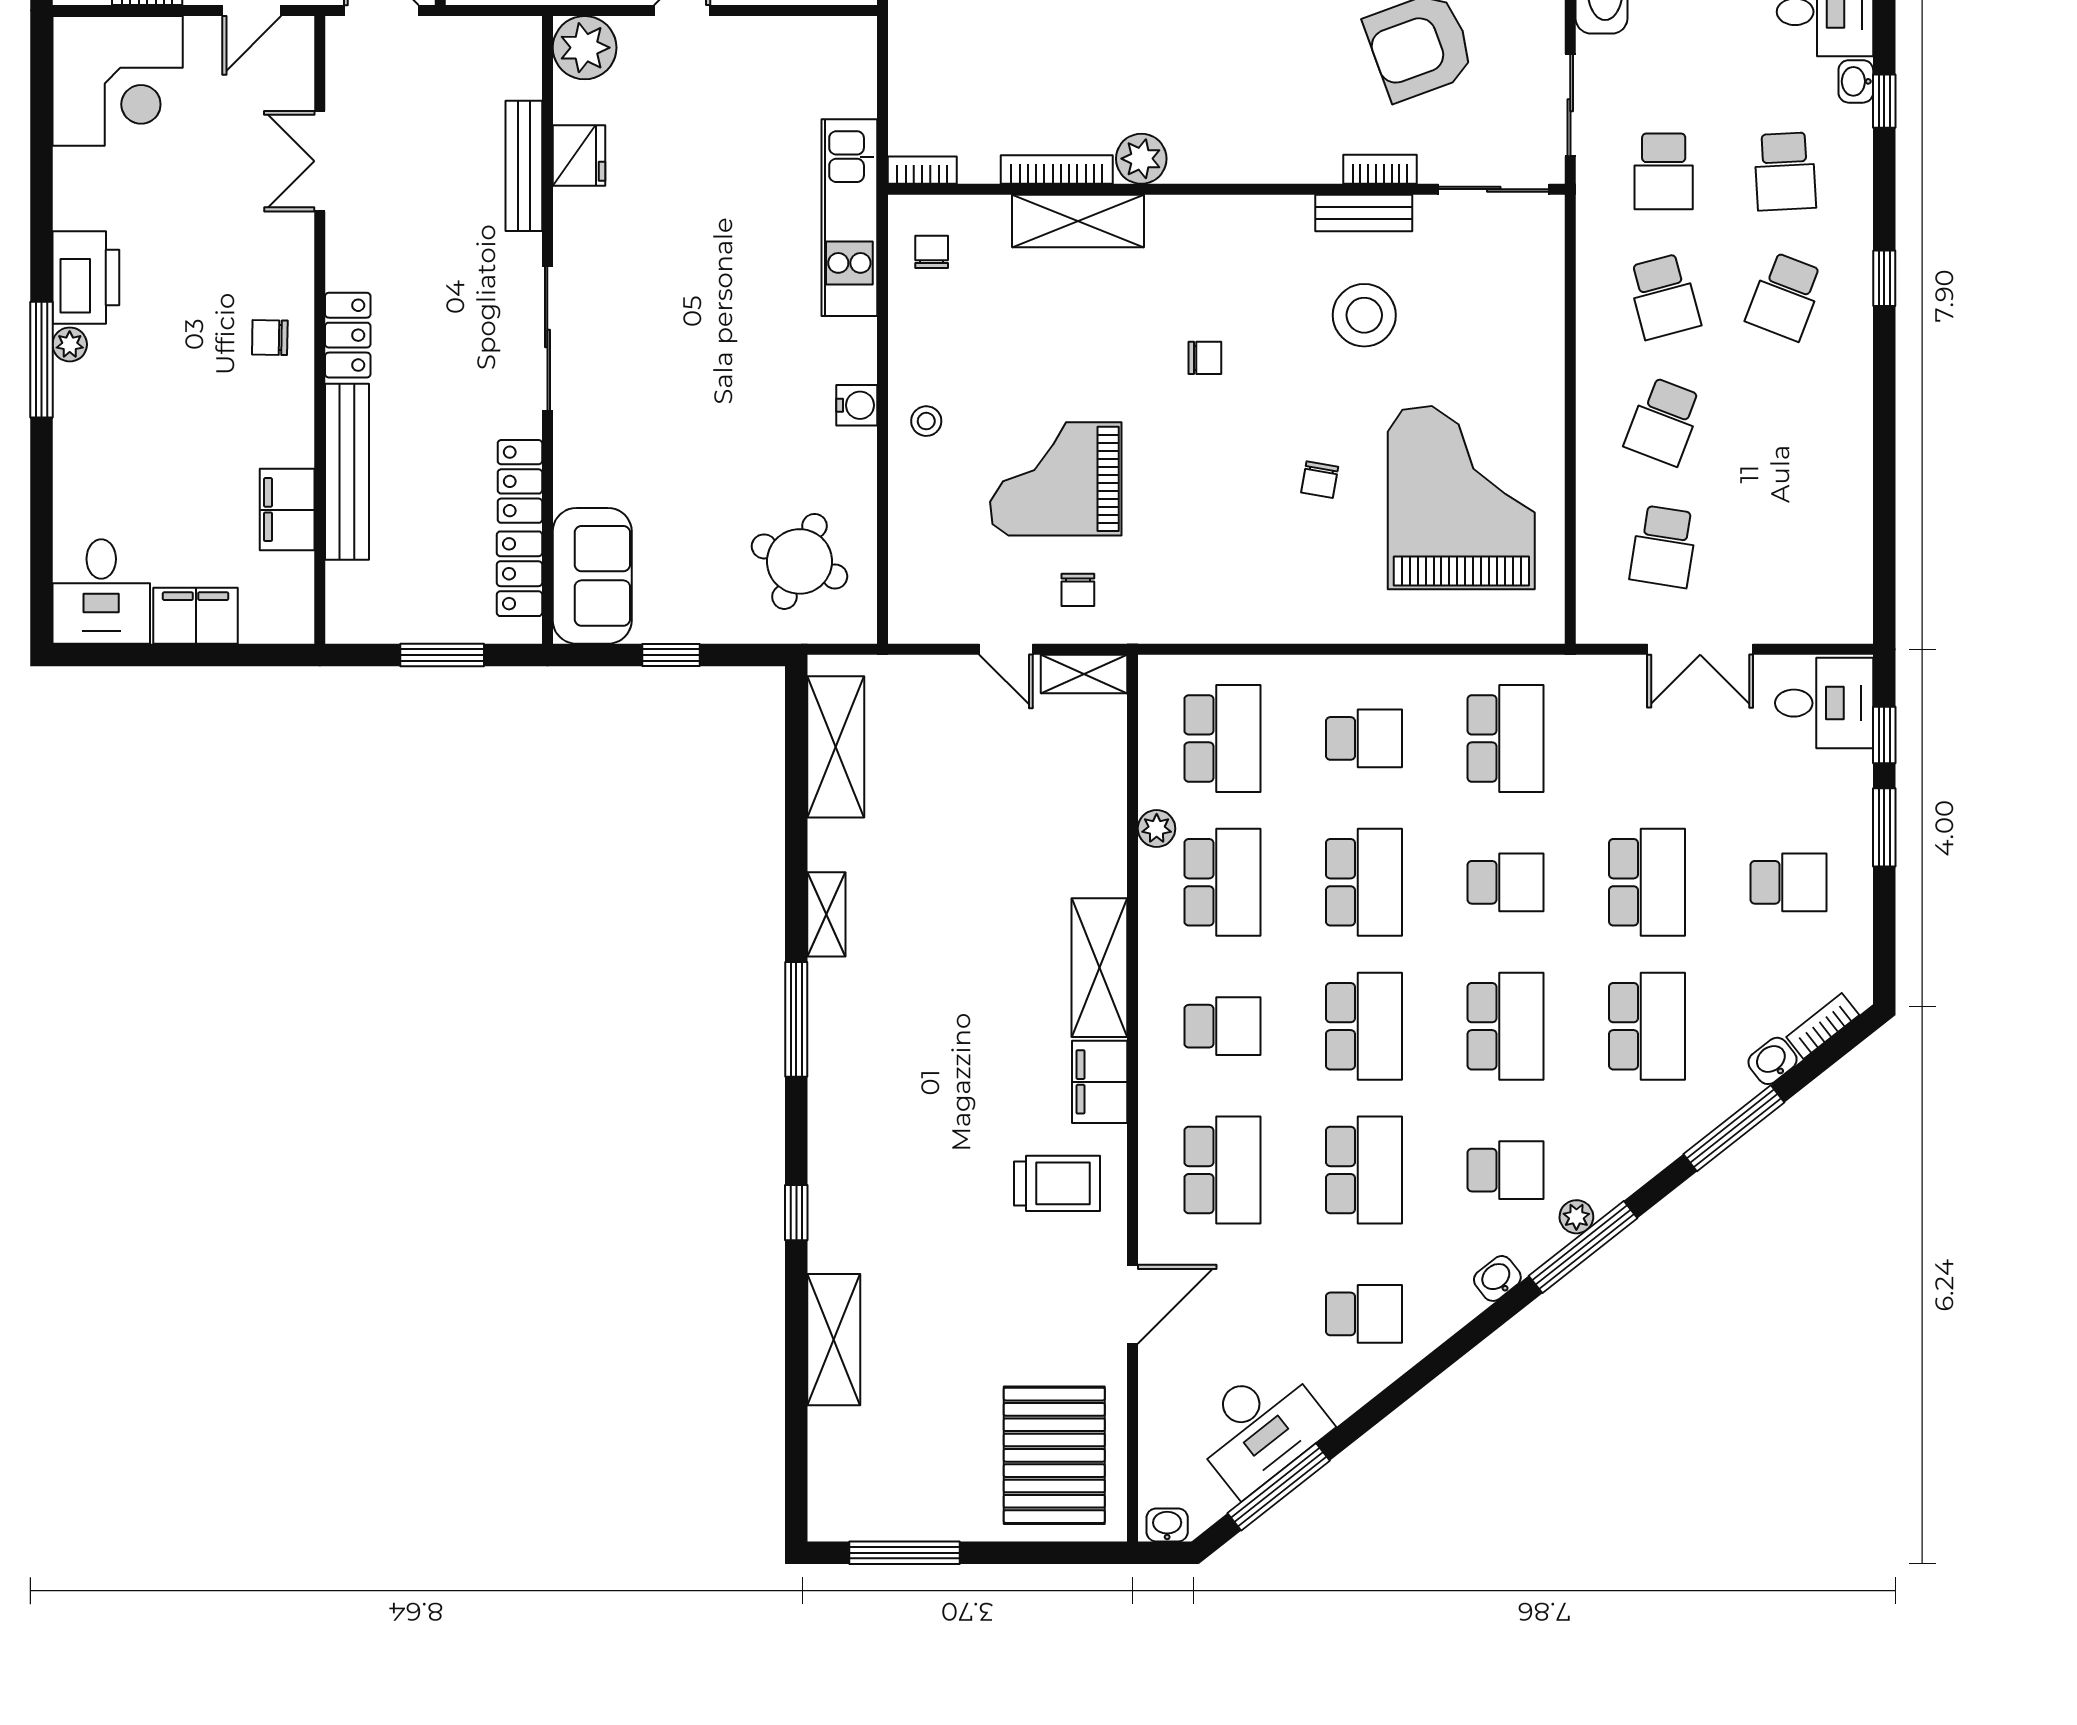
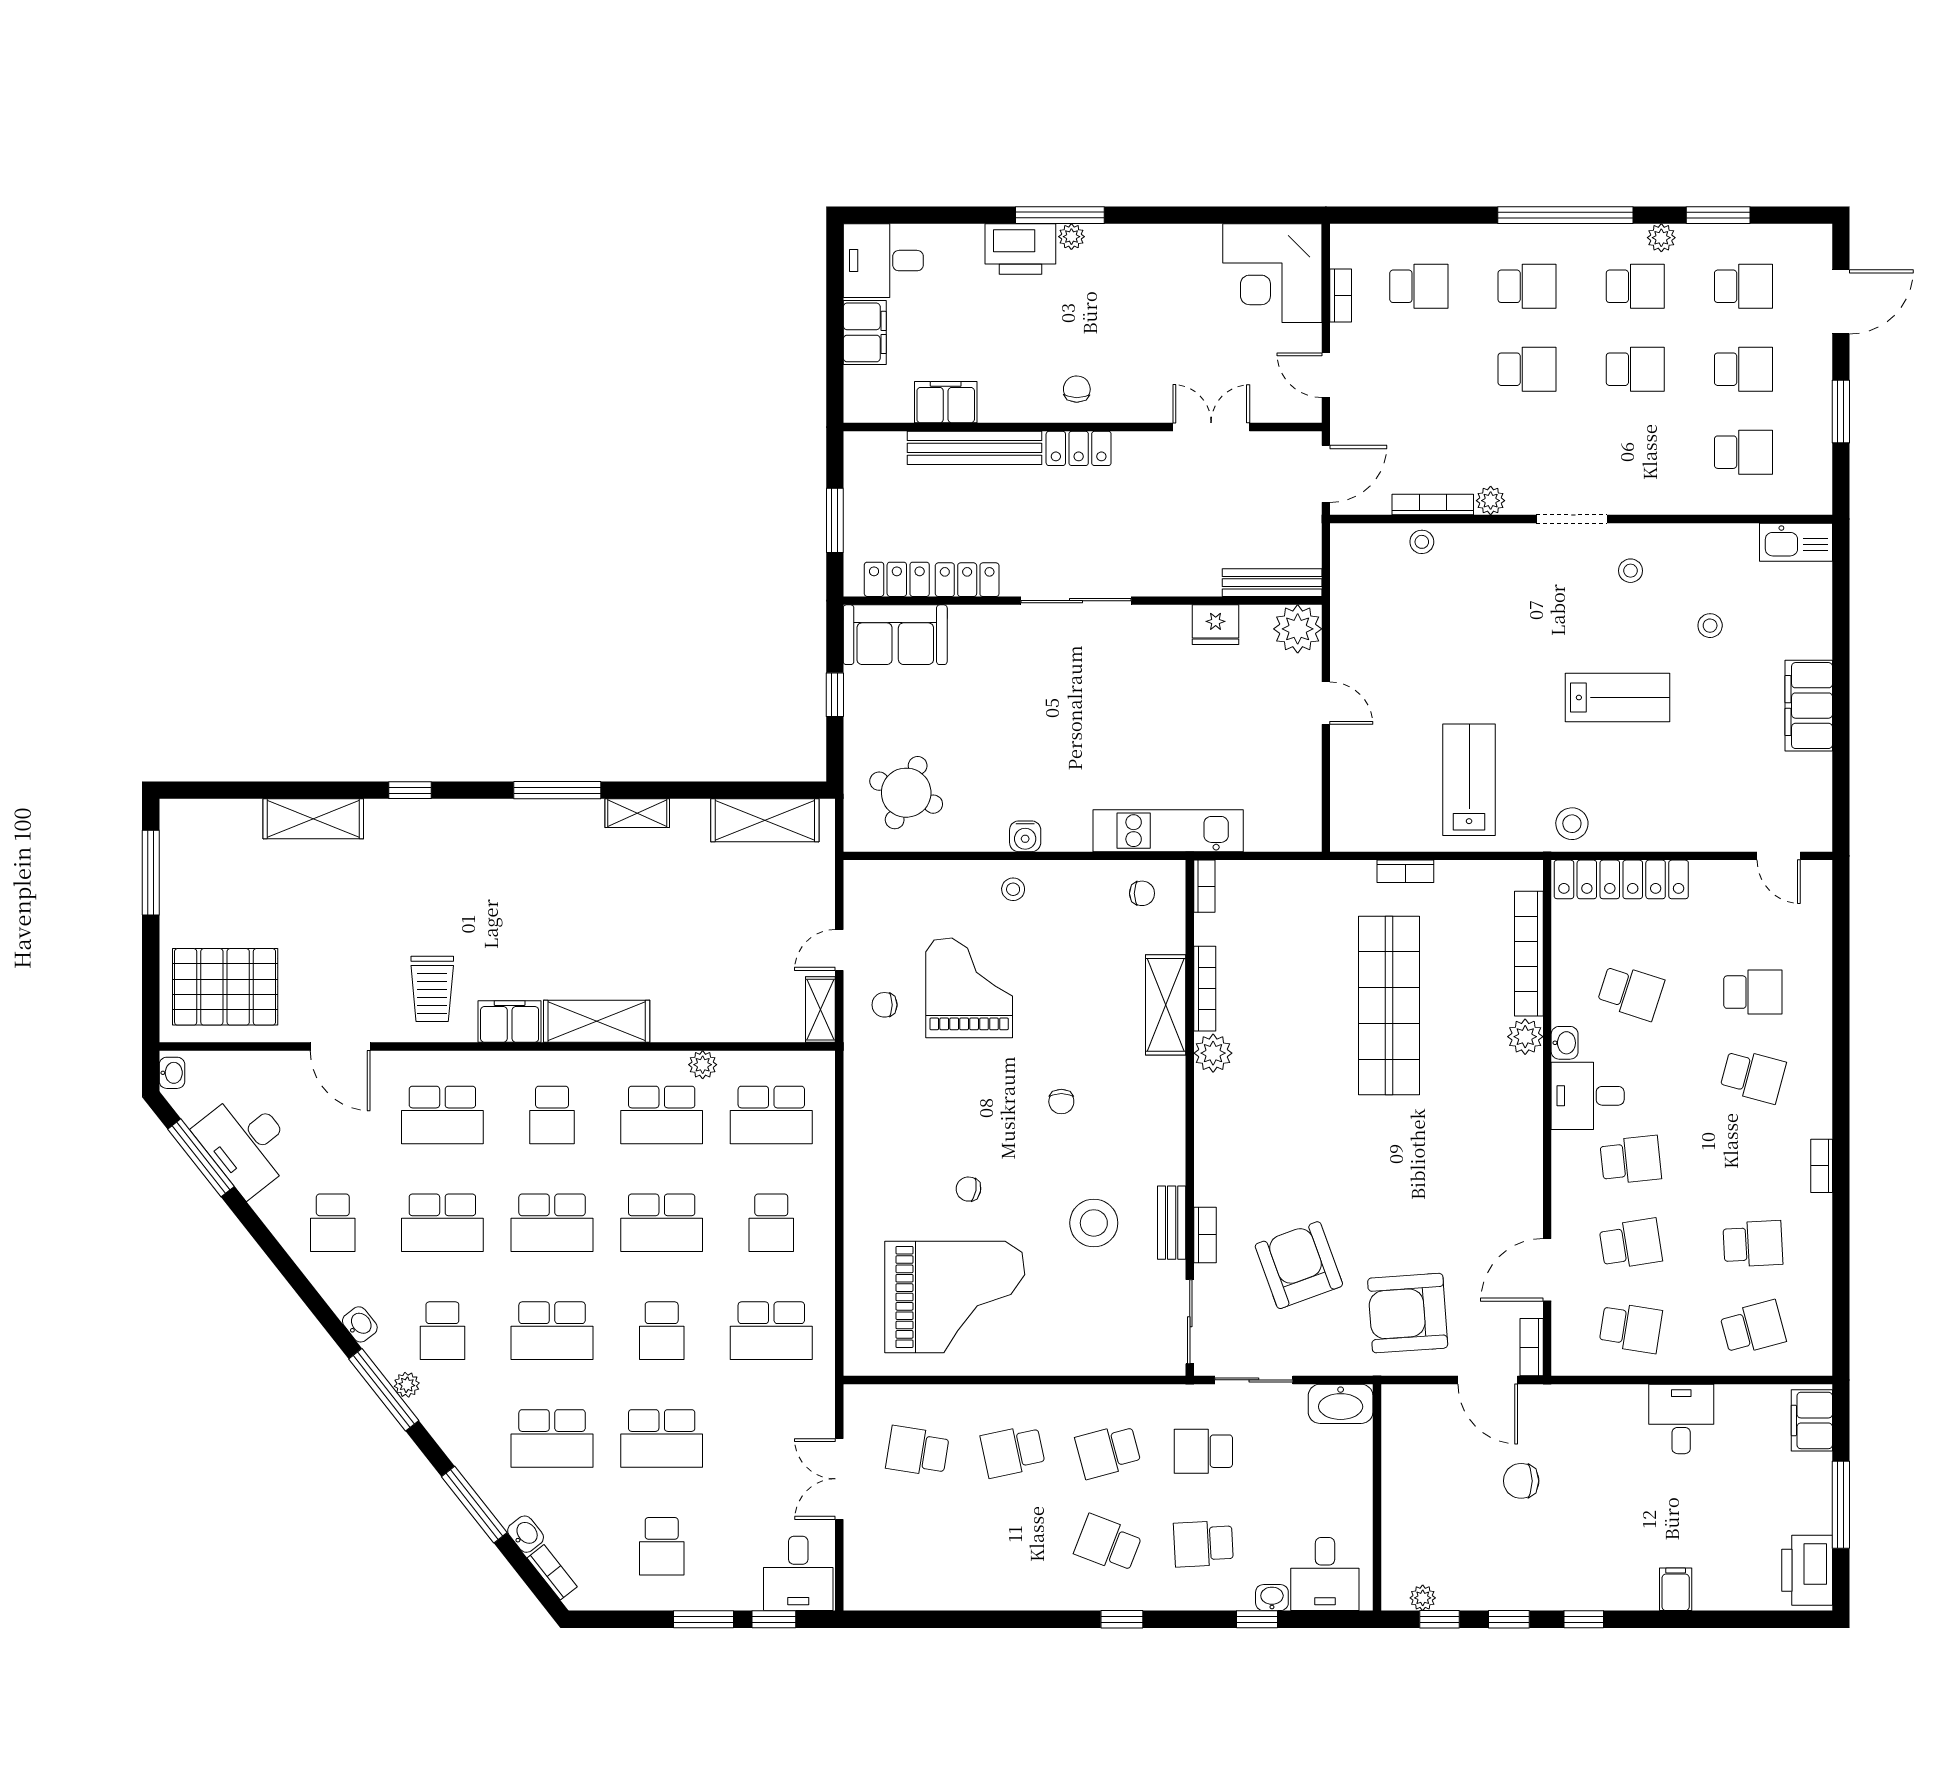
bench: (524, 166) -> (1272, 583), moved
printer: (86, 277) -> (1020, 249), moved
school desk: (1664, 421) -> (1013, 1451), turned -33

